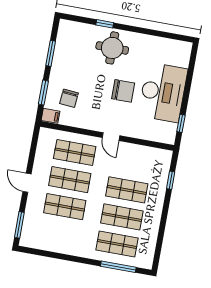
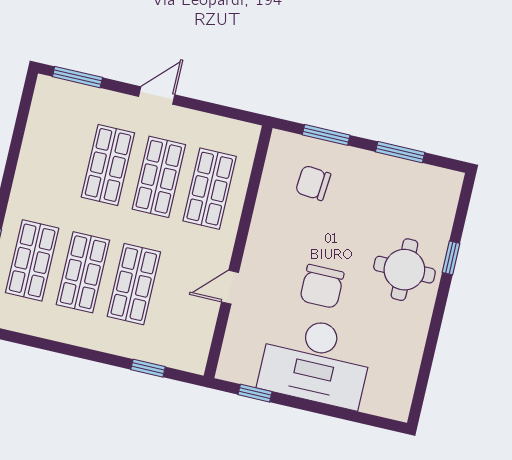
filing cabinet: (51, 116) -> (281, 146), removed
door: (111, 137) -> (230, 287), moved

